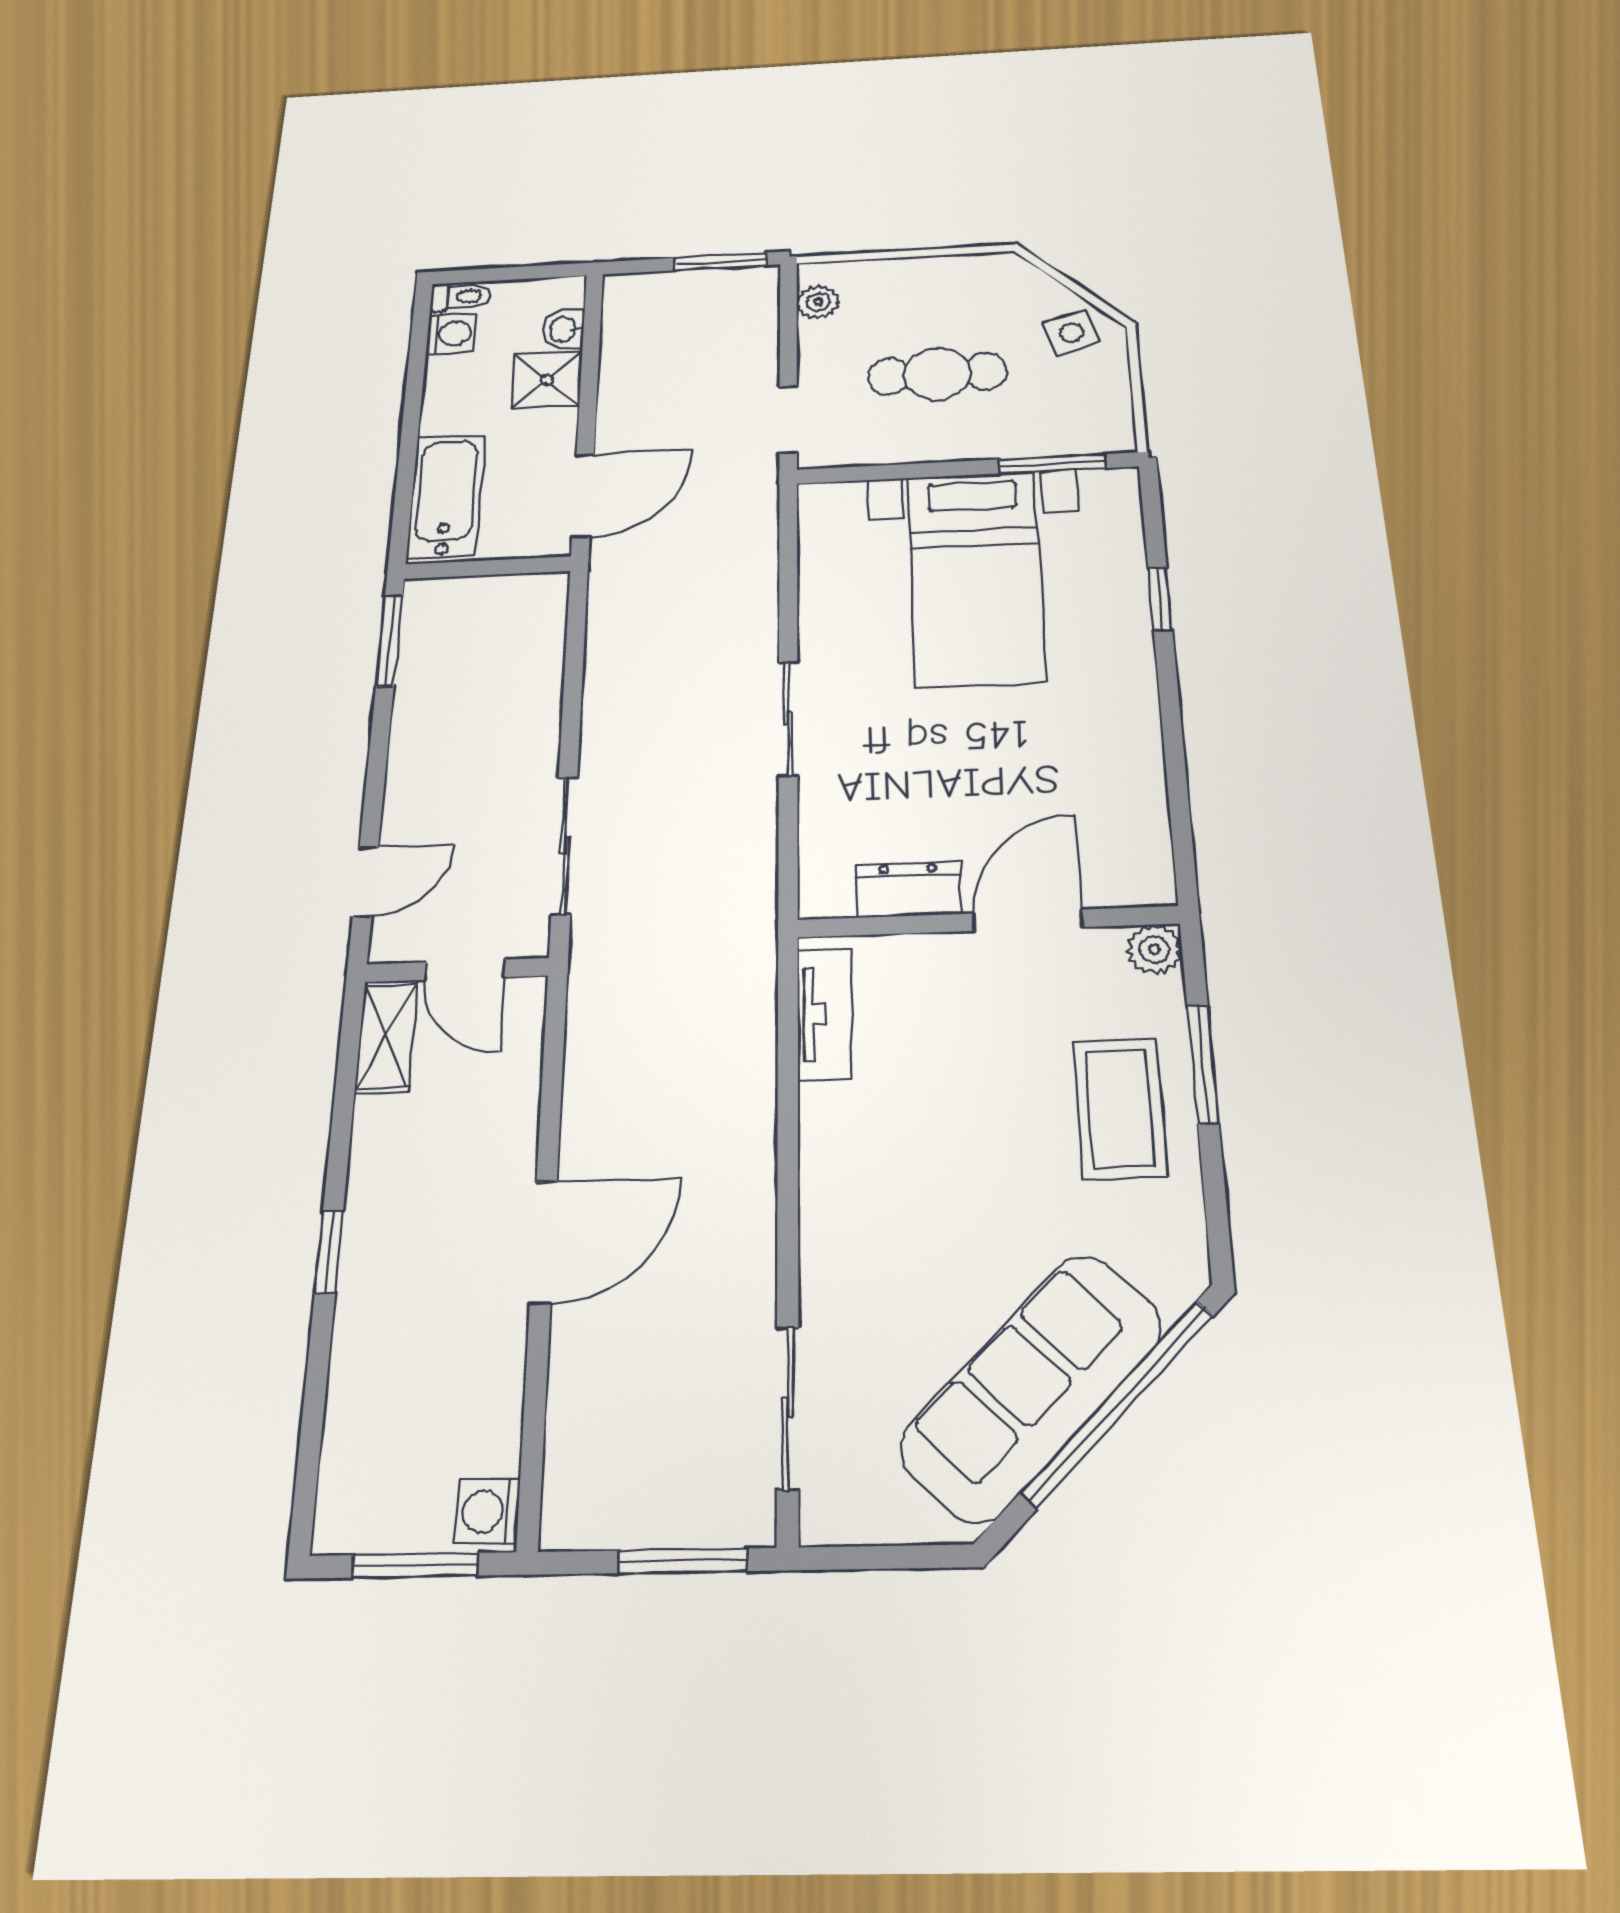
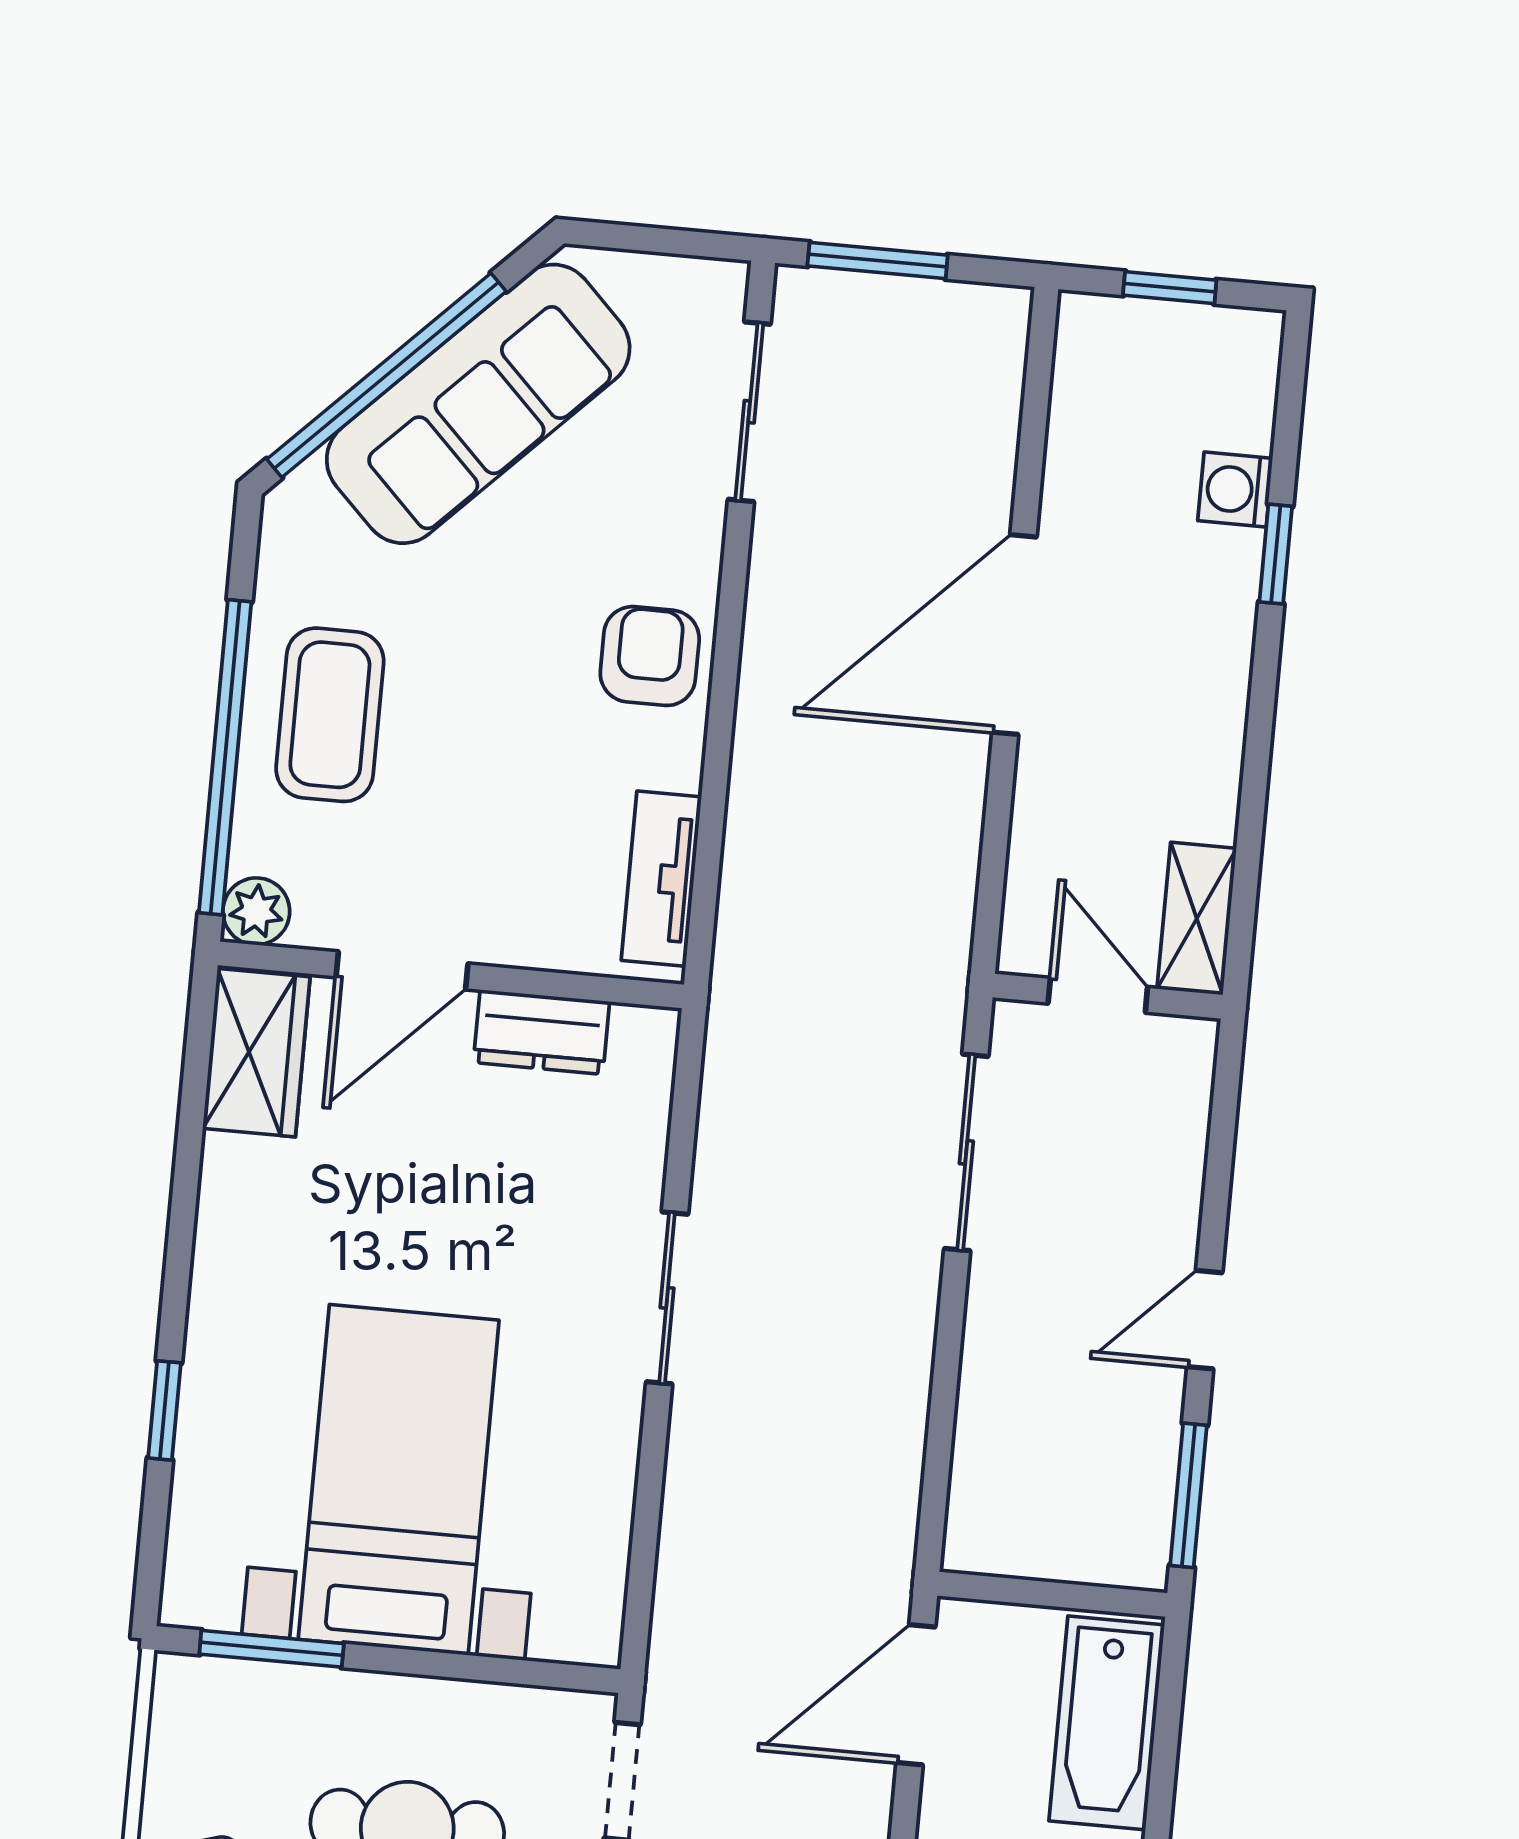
wardrobe: (1135, 847) -> (256, 1053), added
door: (365, 882) -> (1205, 1320), moved
window: (1203, 1064) -> (225, 757), width x2.11
armchair: (854, 1188) -> (650, 656), added
door: (543, 1242) -> (1014, 635), width x1.36
window: (329, 1252) -> (1276, 554), moved
washing machine: (488, 1511) -> (1235, 489), moved, turned 180
window: (415, 1565) -> (1170, 288), width x0.67

